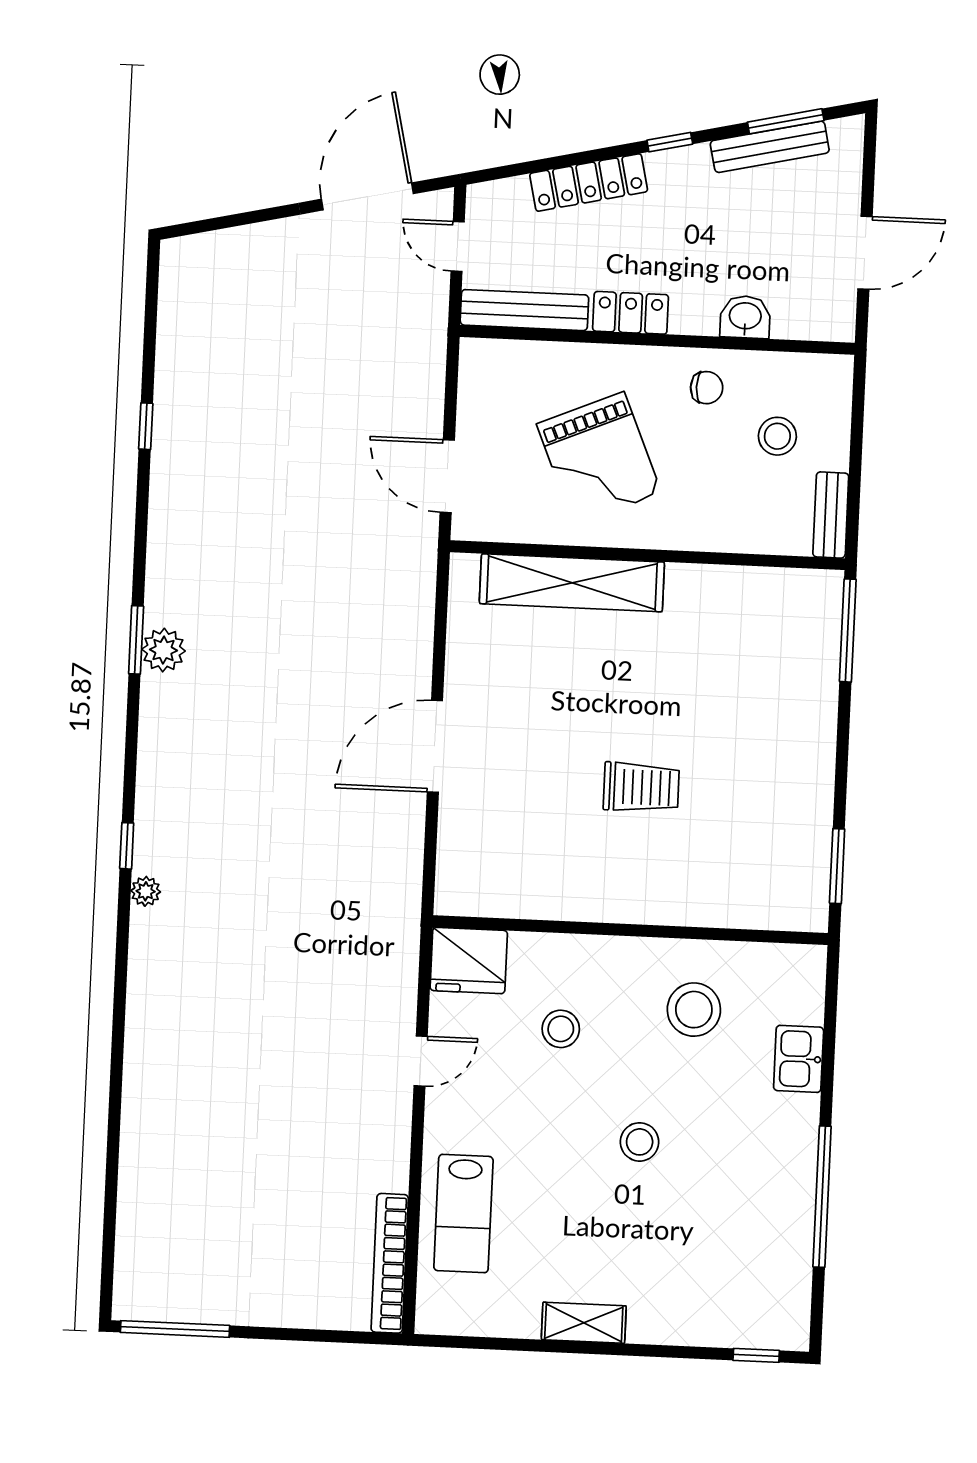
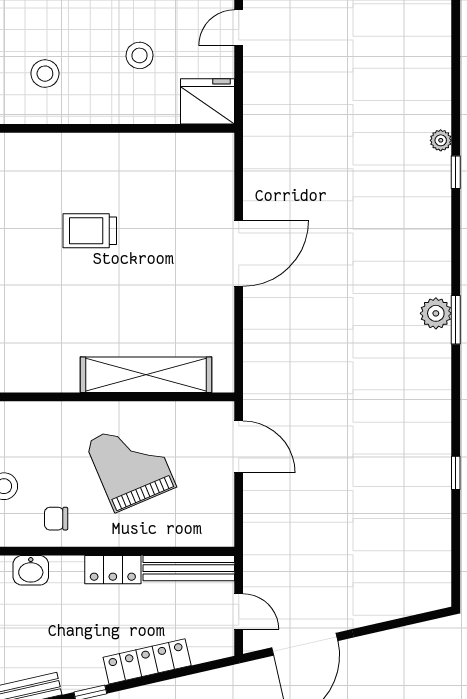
stool: (694, 1010) -> (45, 74), width x0.73, depth x0.73

